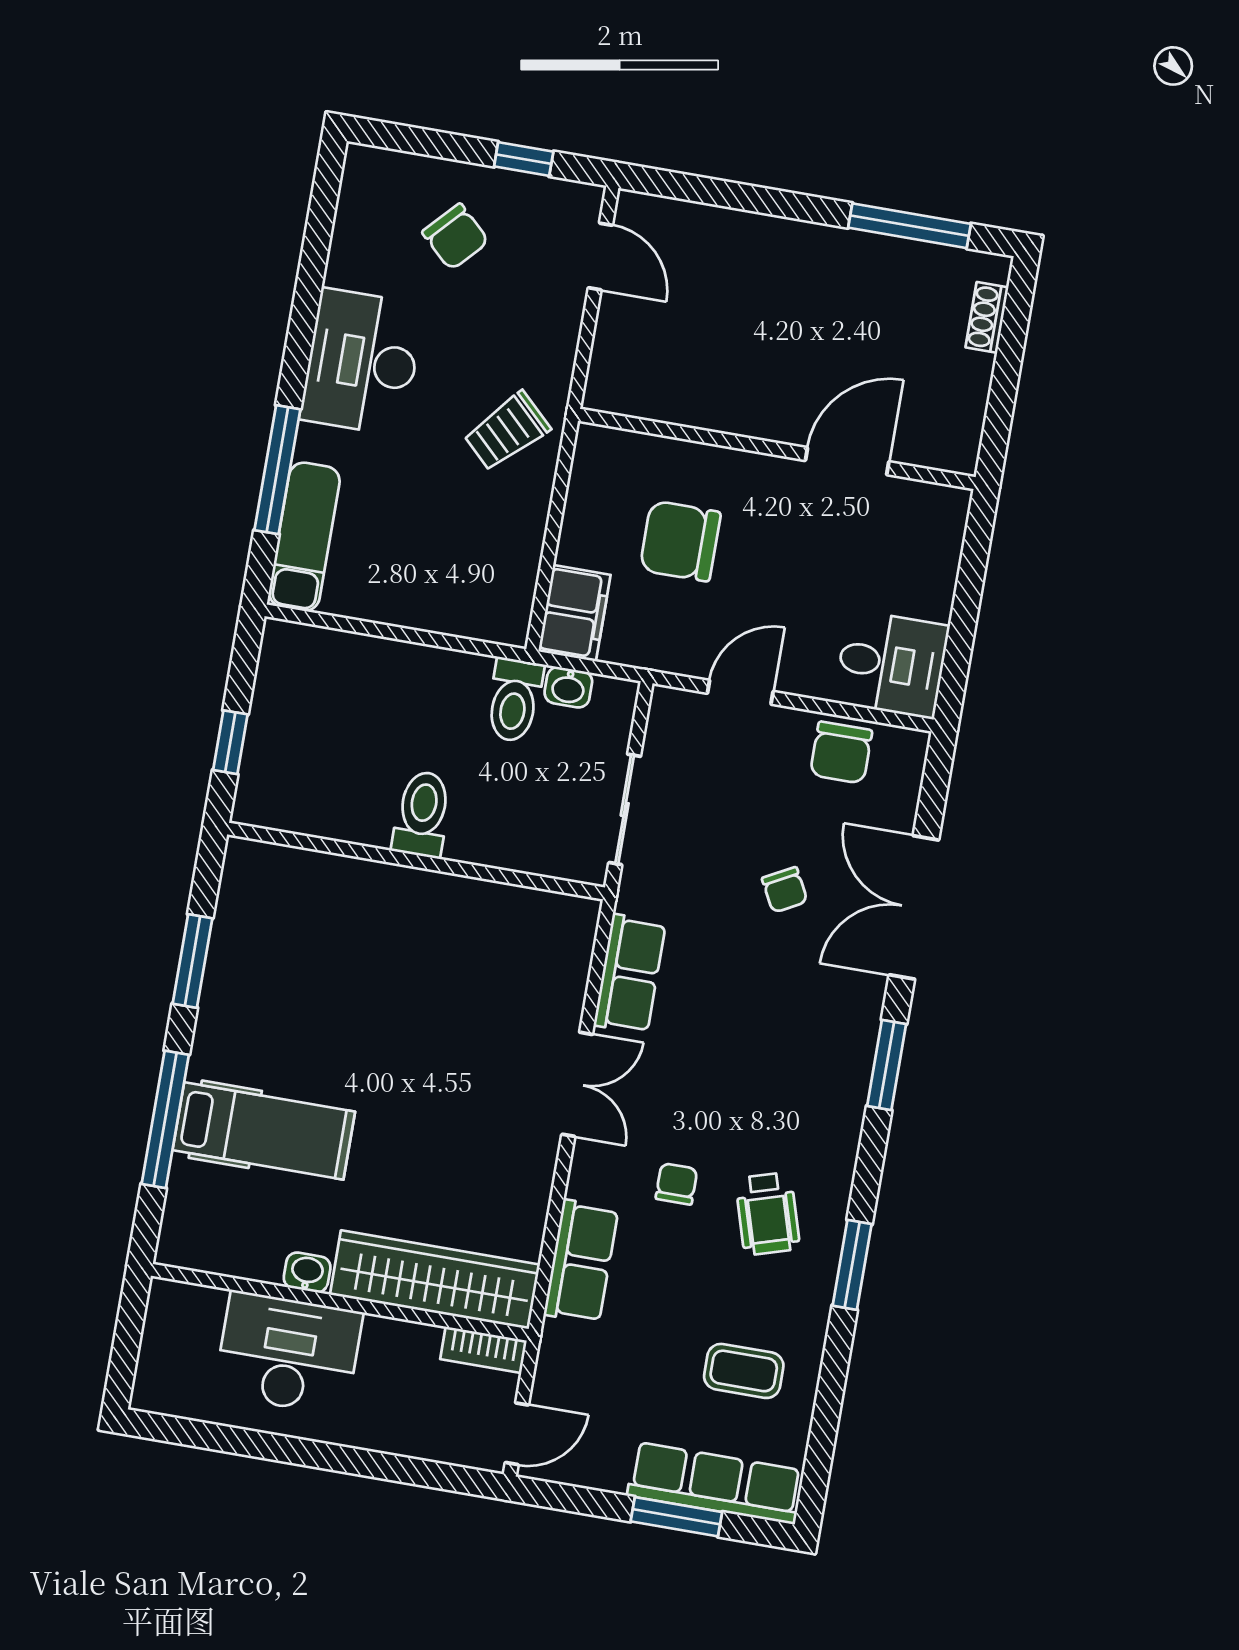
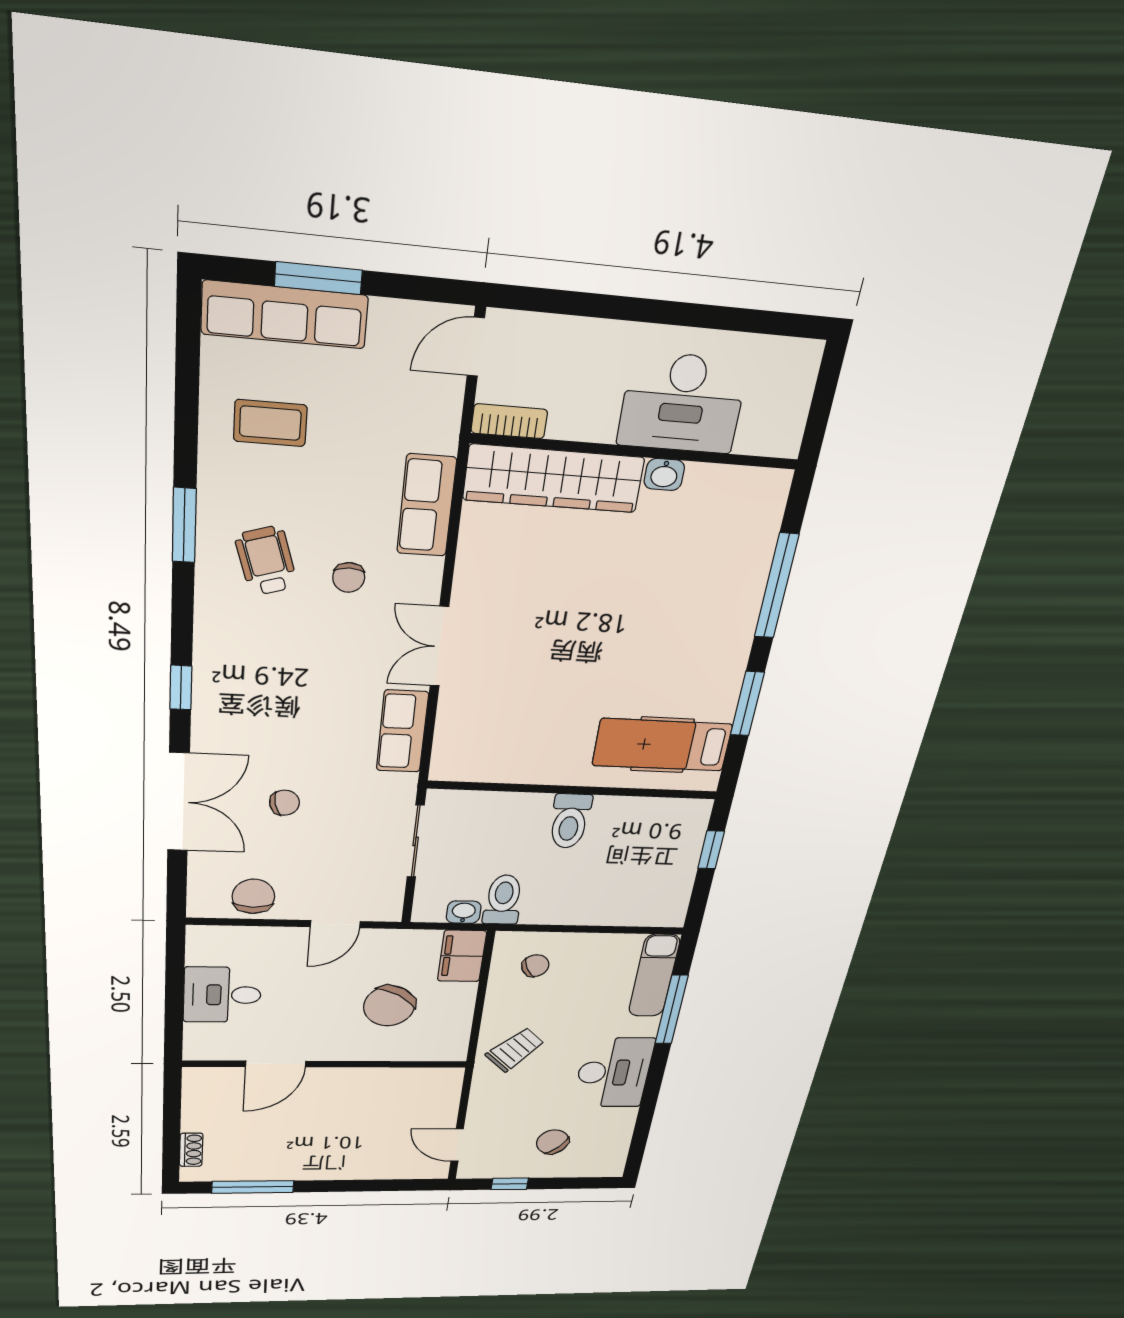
chair: (680, 541) -> (389, 1006), turned 121
chair: (473, 581) -> (535, 966), added
desk: (891, 664) -> (222, 995), moved
chair: (785, 890) -> (284, 803), turned 105
window: (887, 1065) -> (181, 688), width x0.67
hospital bed: (264, 1131) -> (662, 745), moved

